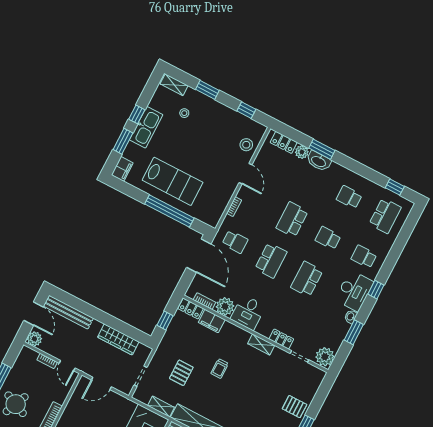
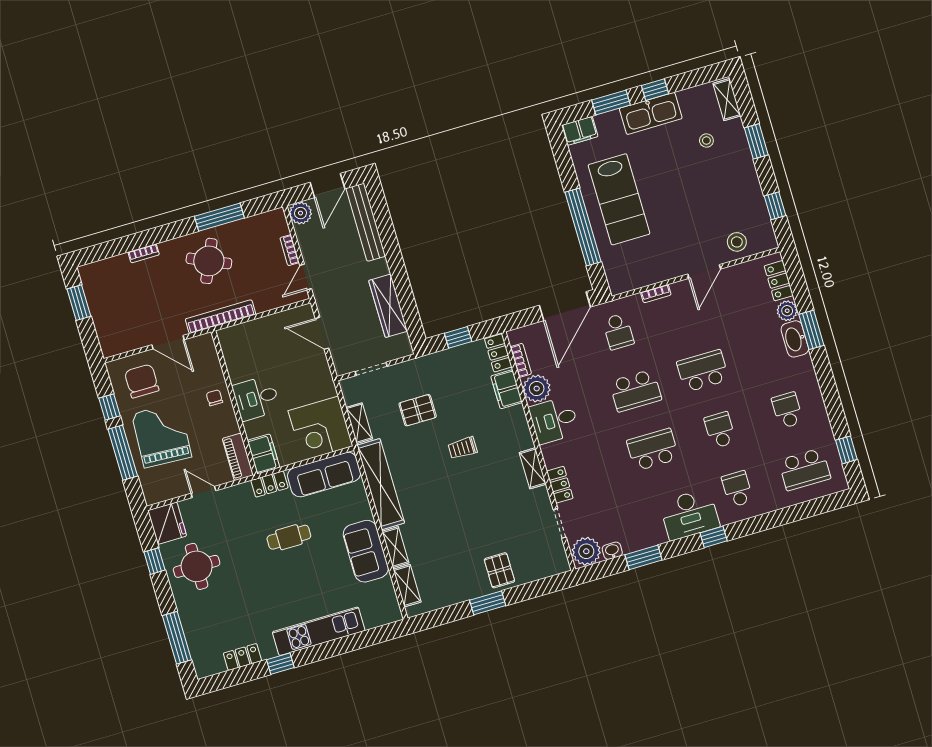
washbasin: (351, 317) -> (612, 551), moved

